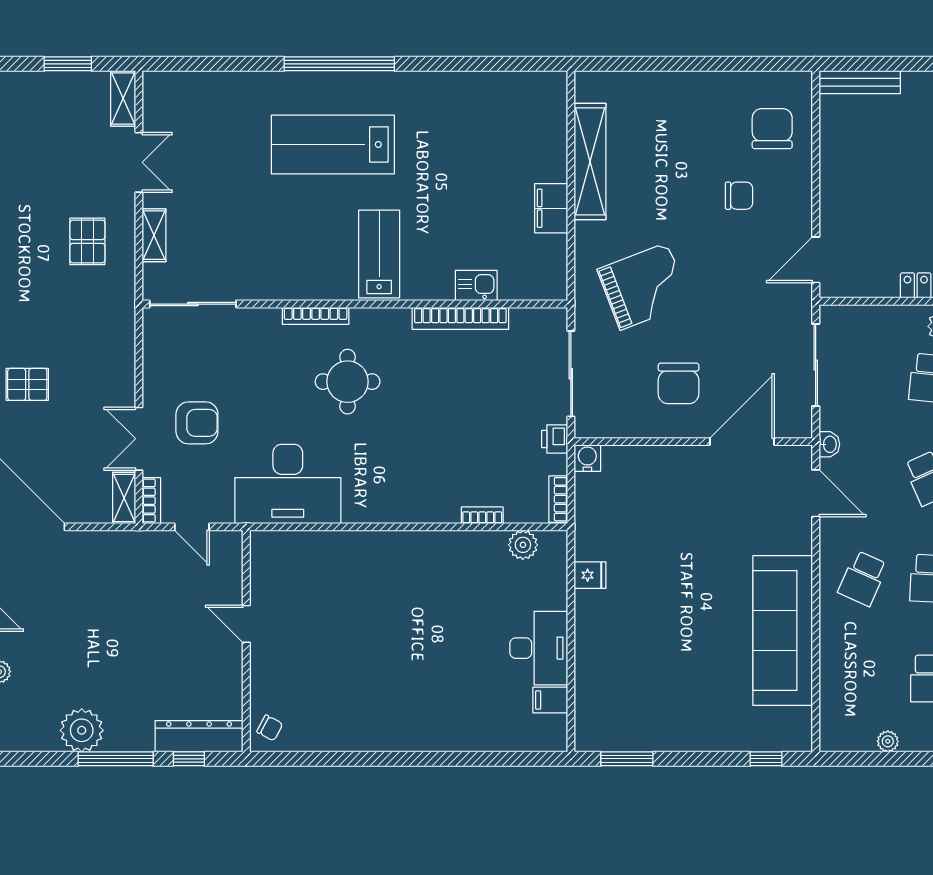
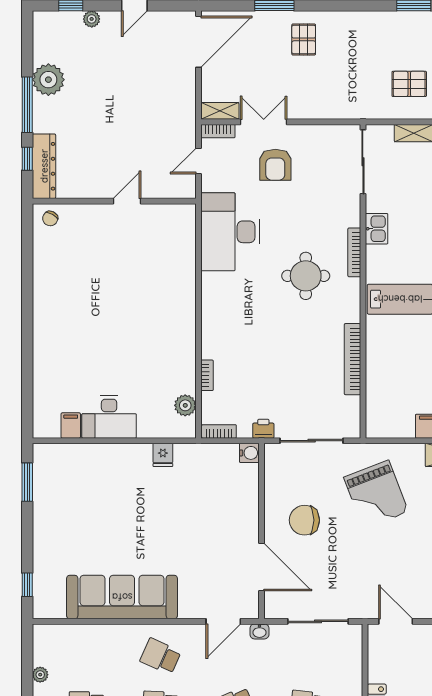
kitchen sink: (476, 286) -> (377, 229), moved

